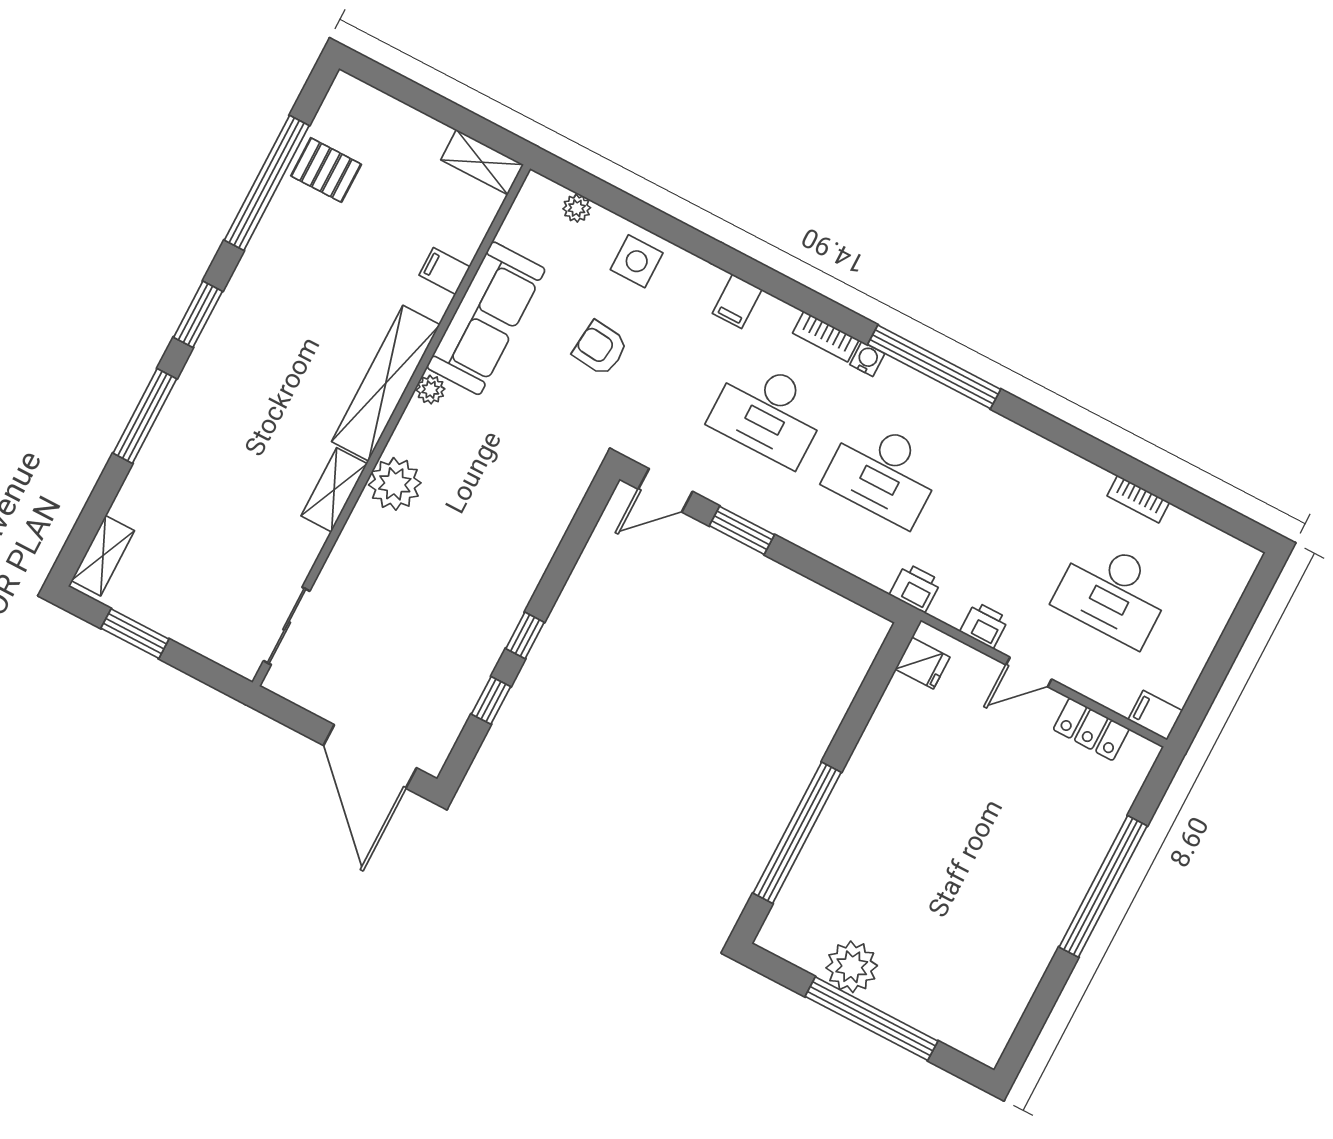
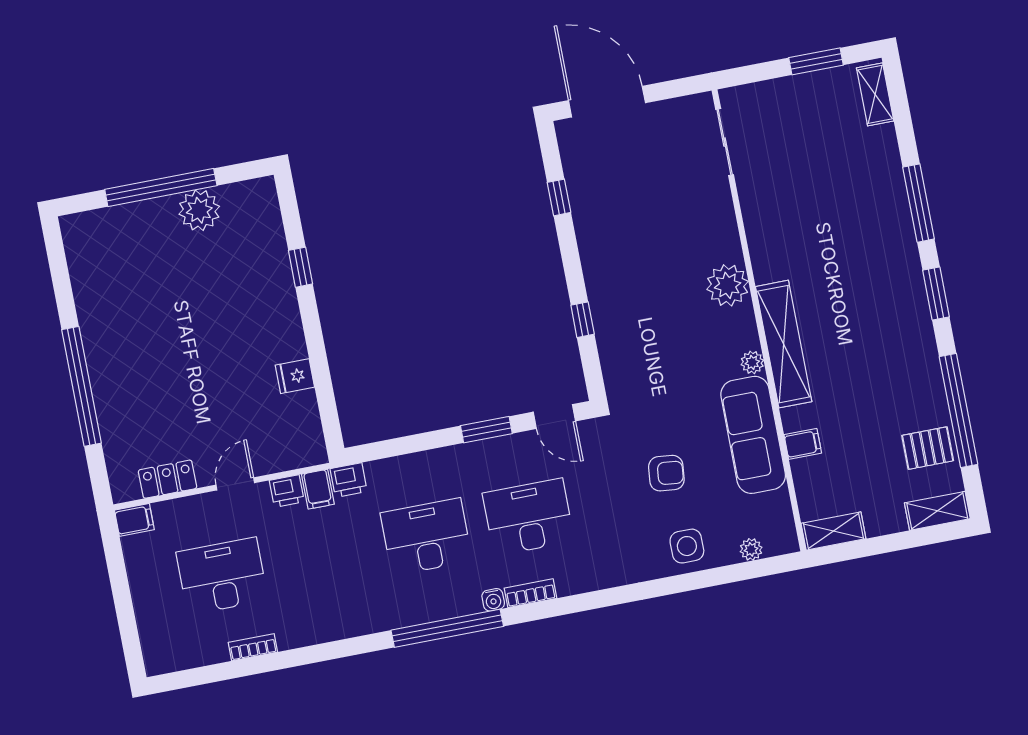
filing cabinet: (737, 301) -> (318, 489), moved, turned 180
shelving: (334, 490) -> (937, 511), moved, turned 90
door: (665, 490) -> (554, 416), swing flipped
window: (525, 635) -> (583, 320), moved
fridge: (923, 663) -> (295, 376), moved
window: (797, 833) -> (301, 267), width x0.32

